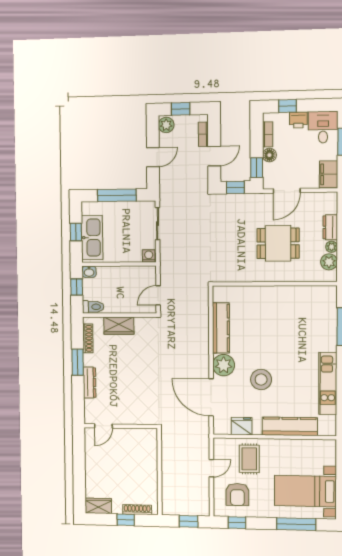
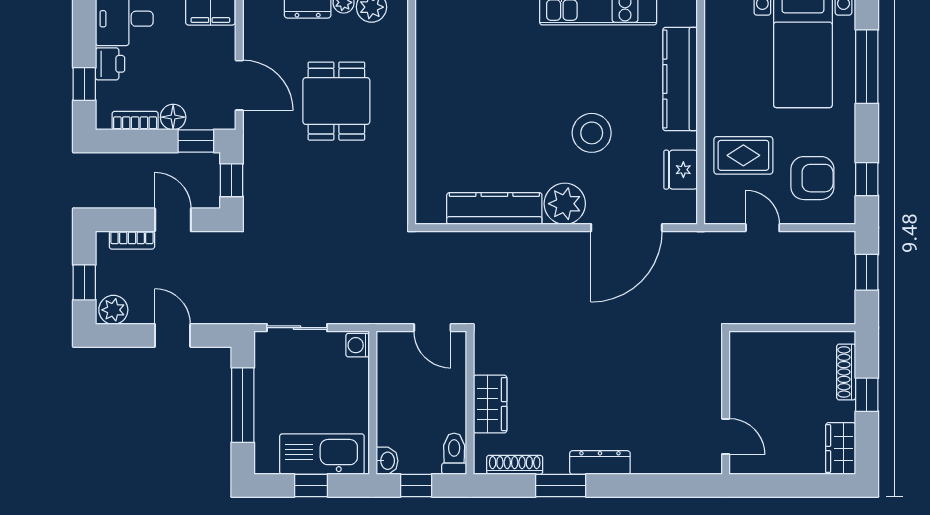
door: (103, 426) -> (726, 436), moved
wall: (121, 426) -> (726, 403), moved

